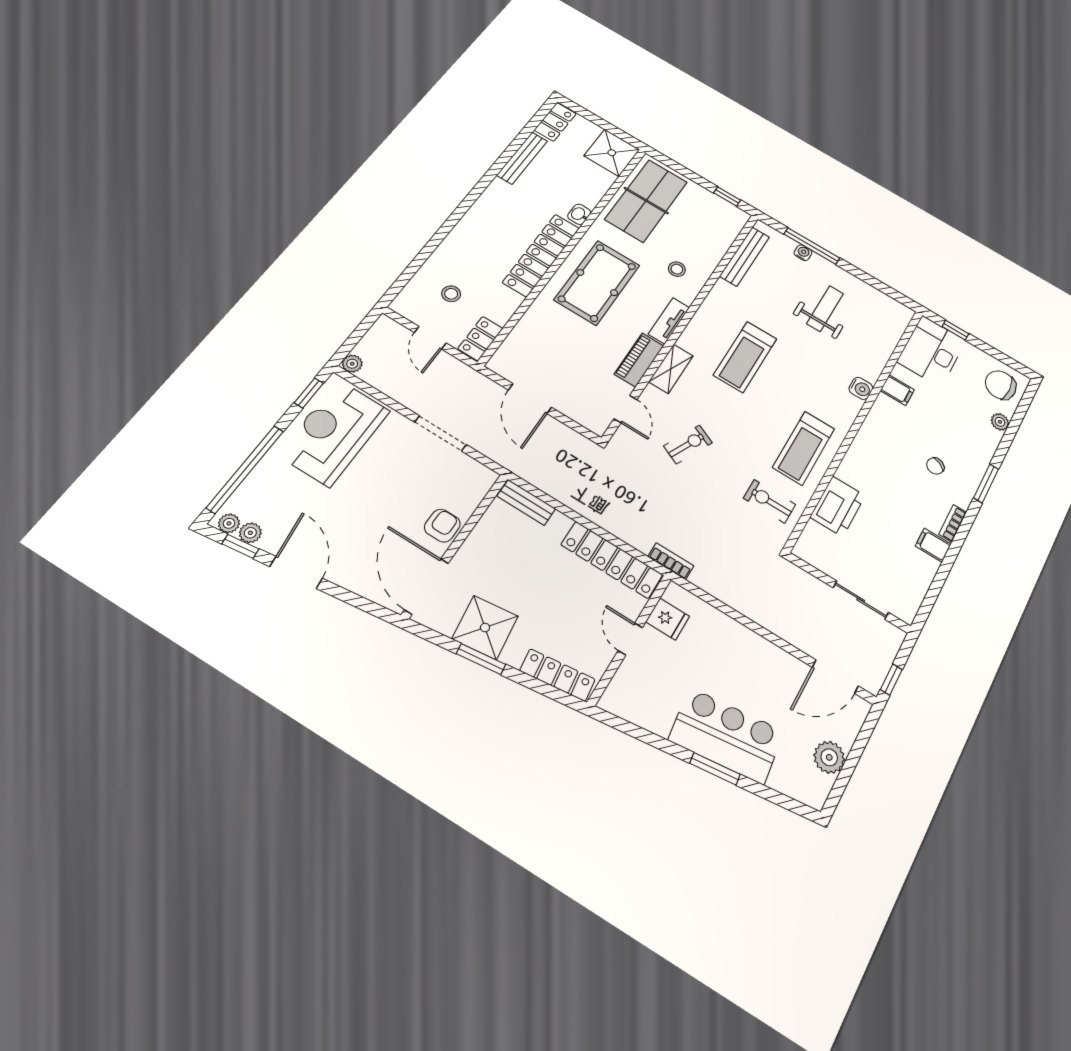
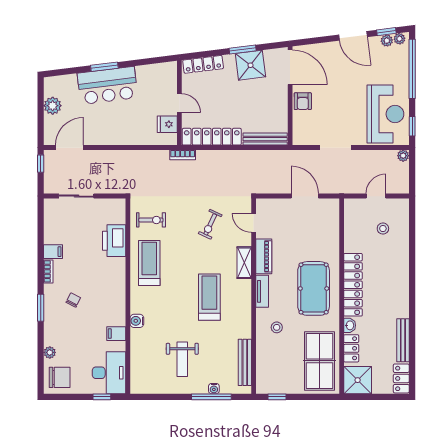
door: (430, 338) -> (376, 196), hinge flipped
locker: (480, 339) -> (351, 348), moved
bench: (526, 502) -> (265, 139), width x1.36

